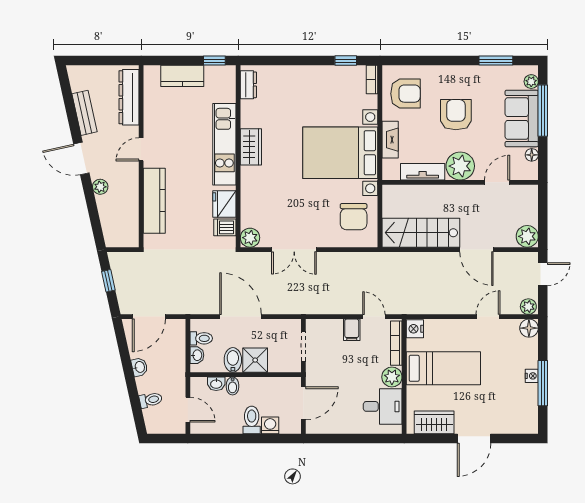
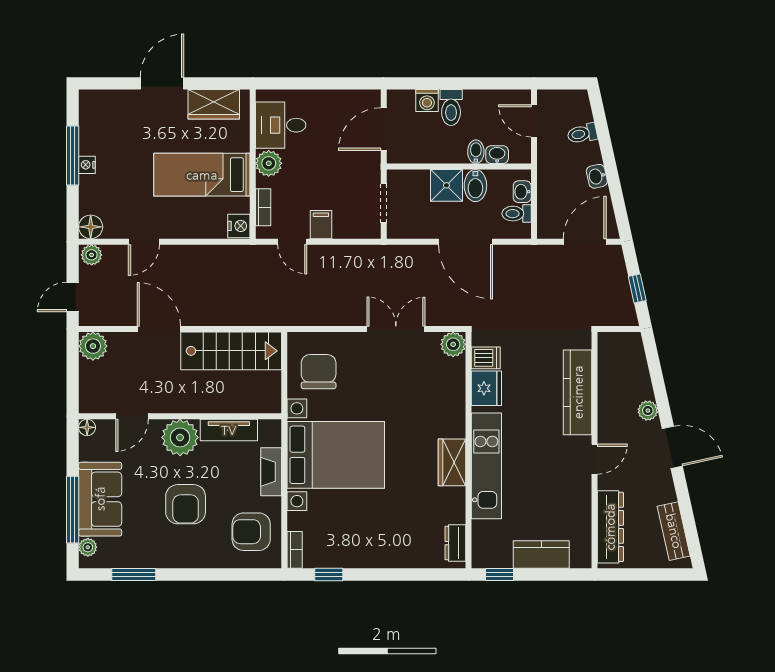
bench: (84, 113) -> (674, 531), moved
floor lamp: (532, 155) -> (87, 427), moved
bookcase: (396, 343) -> (263, 207), width x0.64

